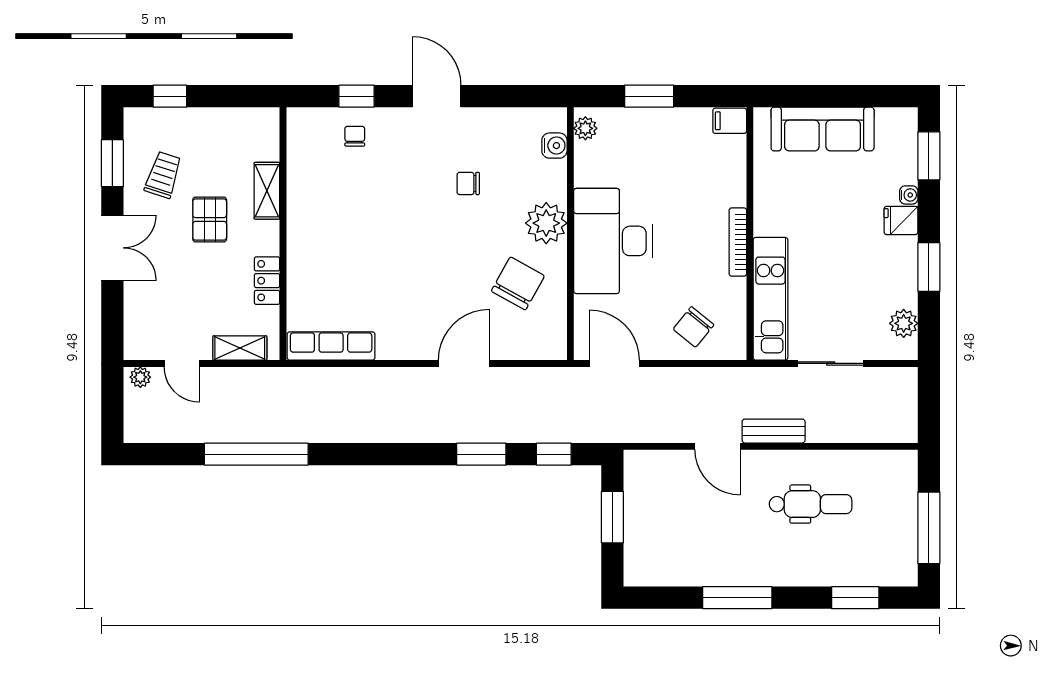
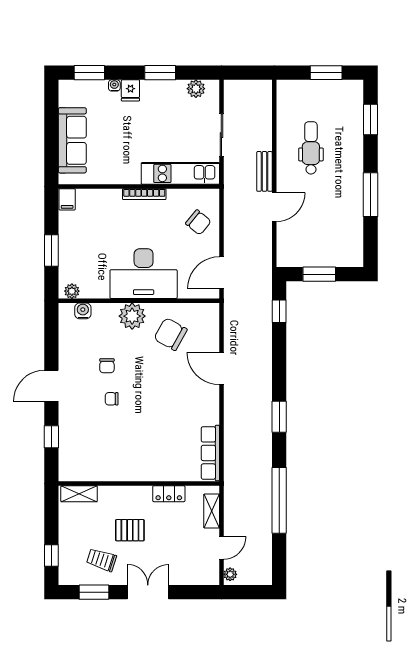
chair: (355, 136) -> (112, 399), moved
shelving: (267, 191) -> (79, 494), moved
window: (481, 454) -> (279, 417), moved
window: (929, 528) -> (326, 73), width x0.69

